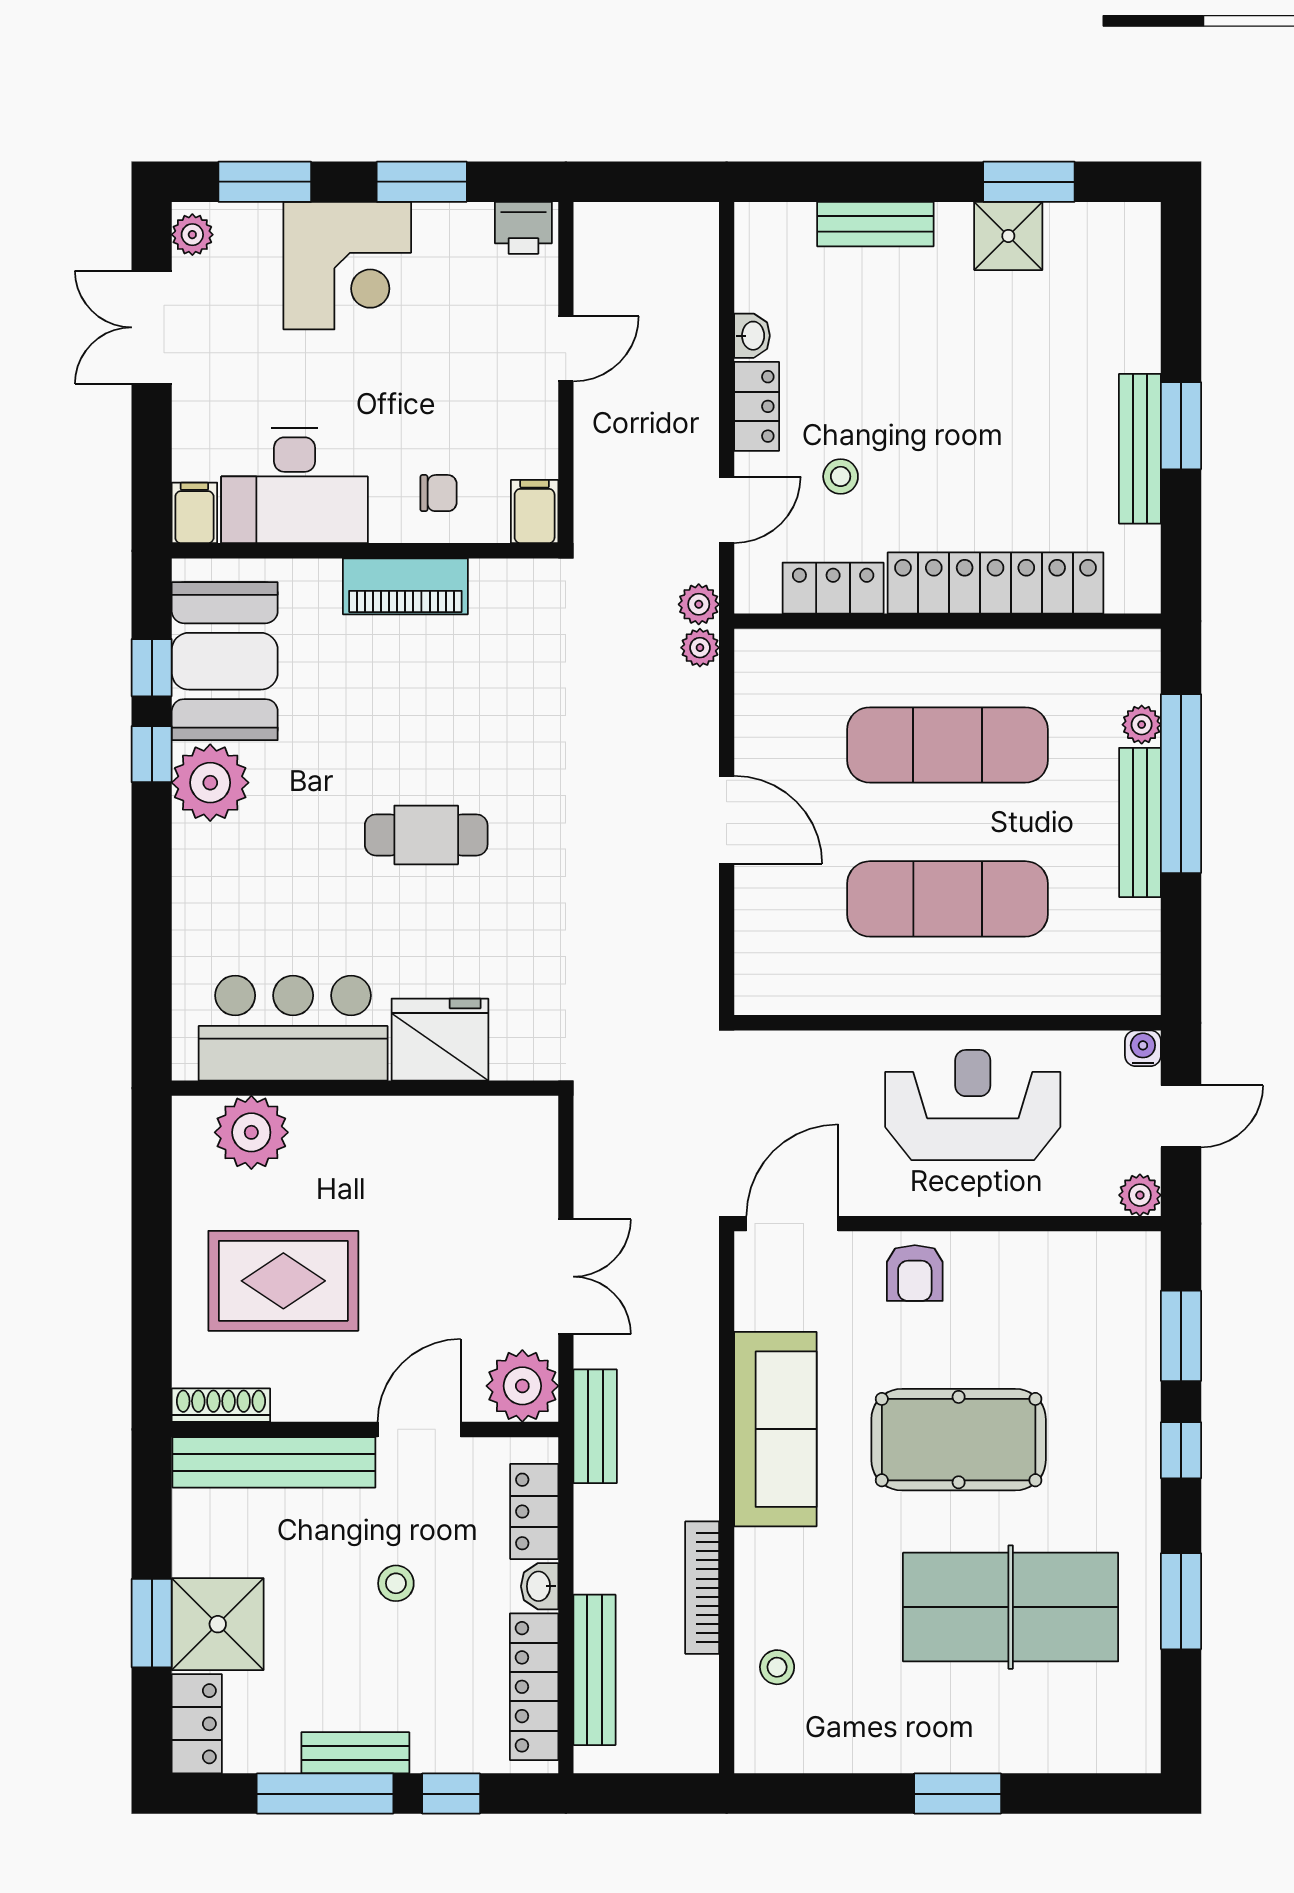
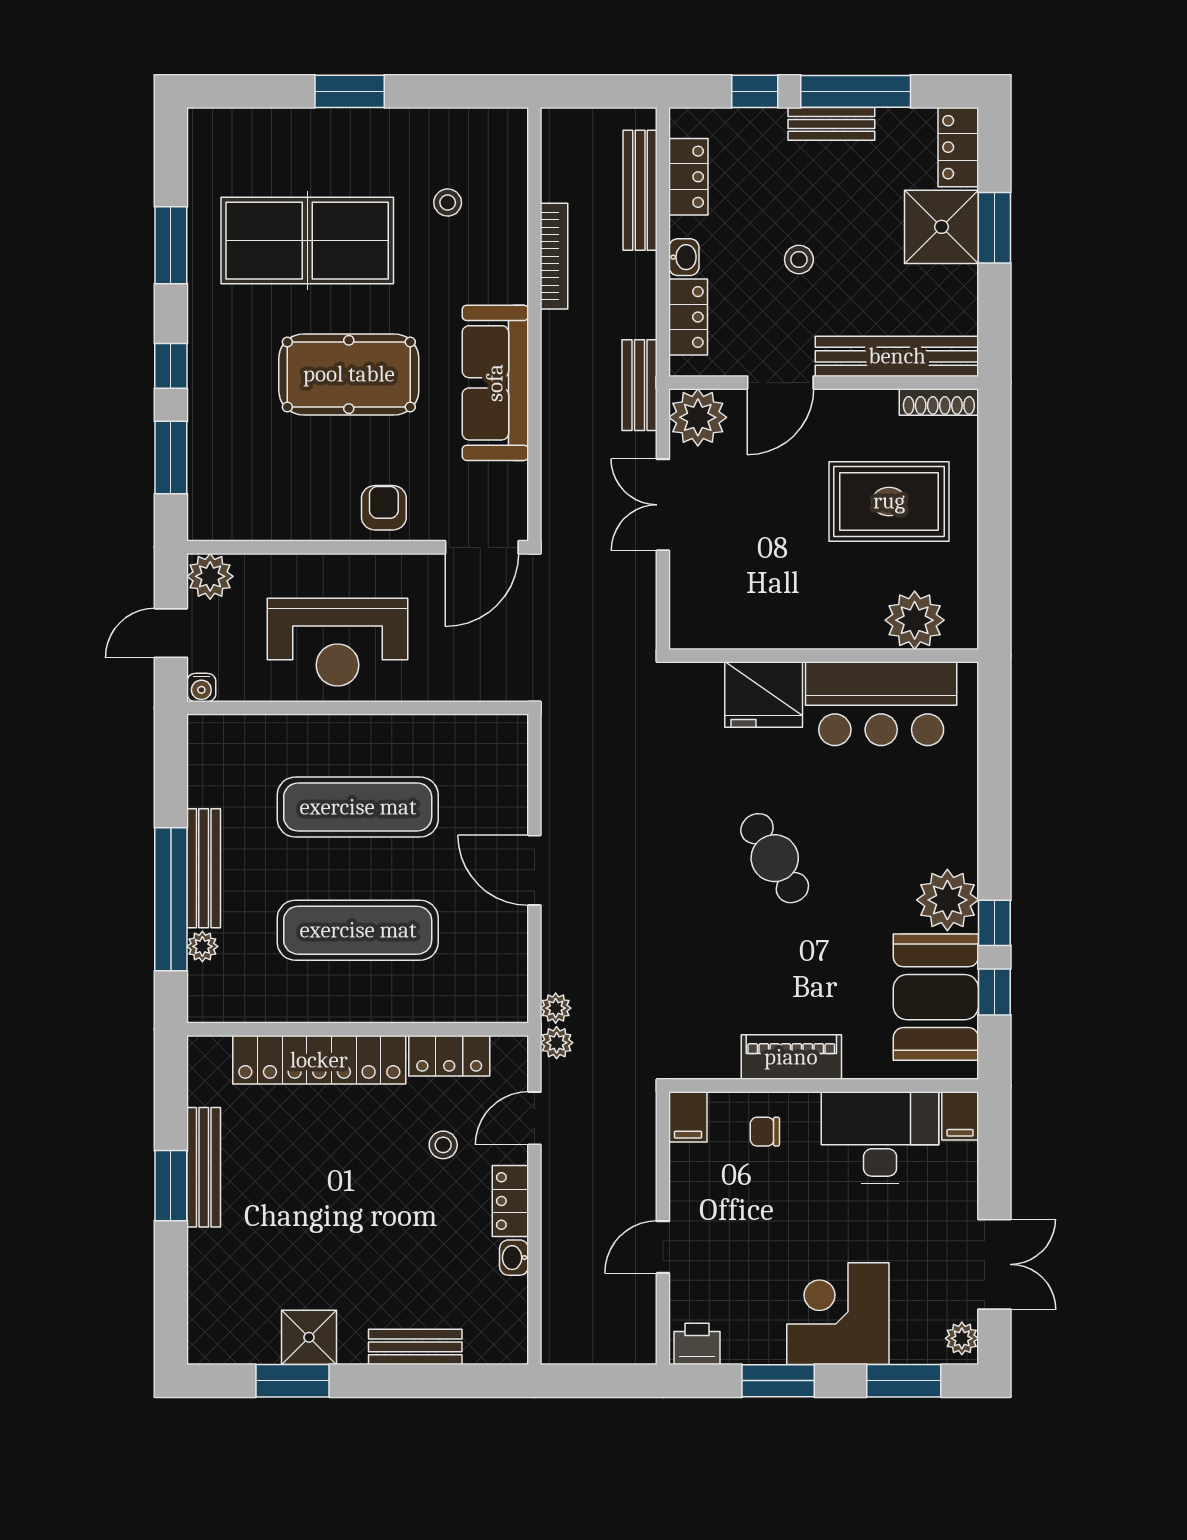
cafe table: (426, 835) -> (775, 858), turned 59
plant: (1140, 1195) -> (210, 576), width x1.38, depth x1.38
stool: (777, 1667) -> (448, 203), moved
locker: (534, 1687) -> (688, 177), width x0.66

